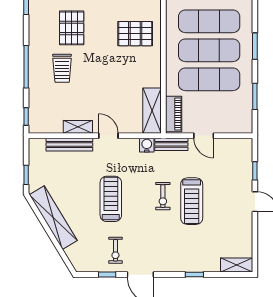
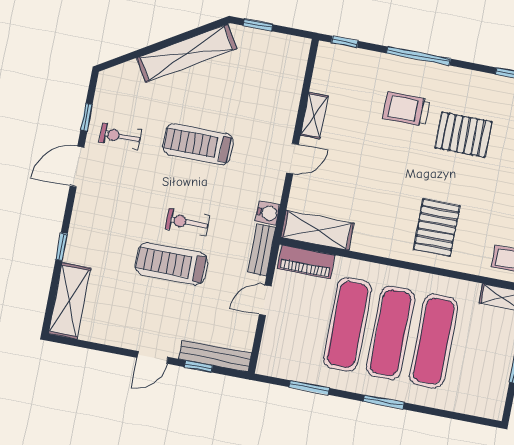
bench: (69, 145) -> (215, 356), moved, turned 90
treadmill: (111, 199) -> (198, 144), turned 180
shelving: (237, 265) -> (69, 301), width x1.50, depth x1.33

